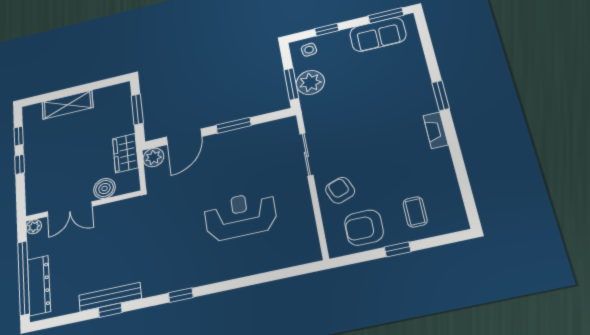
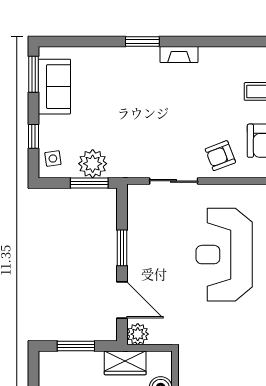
reception desk: (240, 216) -> (224, 255), width x1.36, depth x1.30

